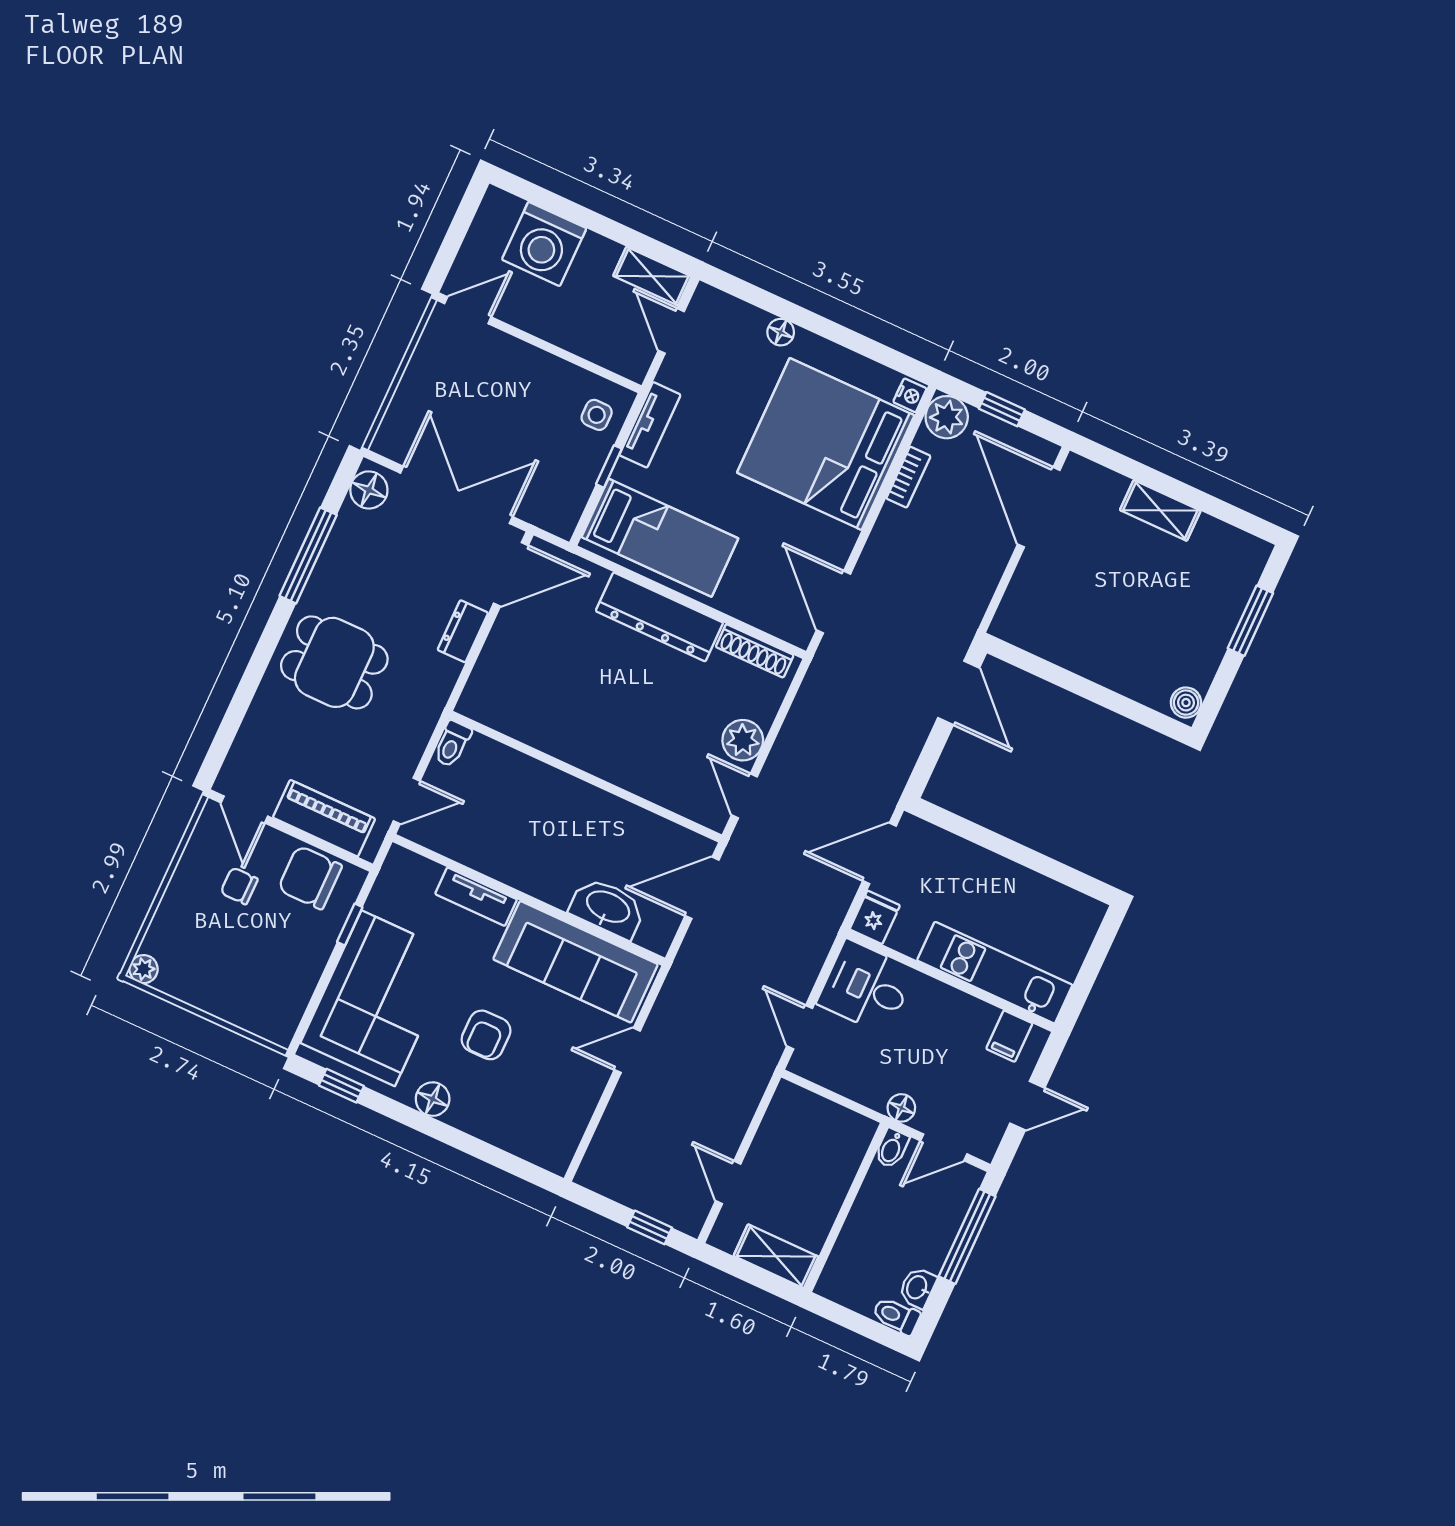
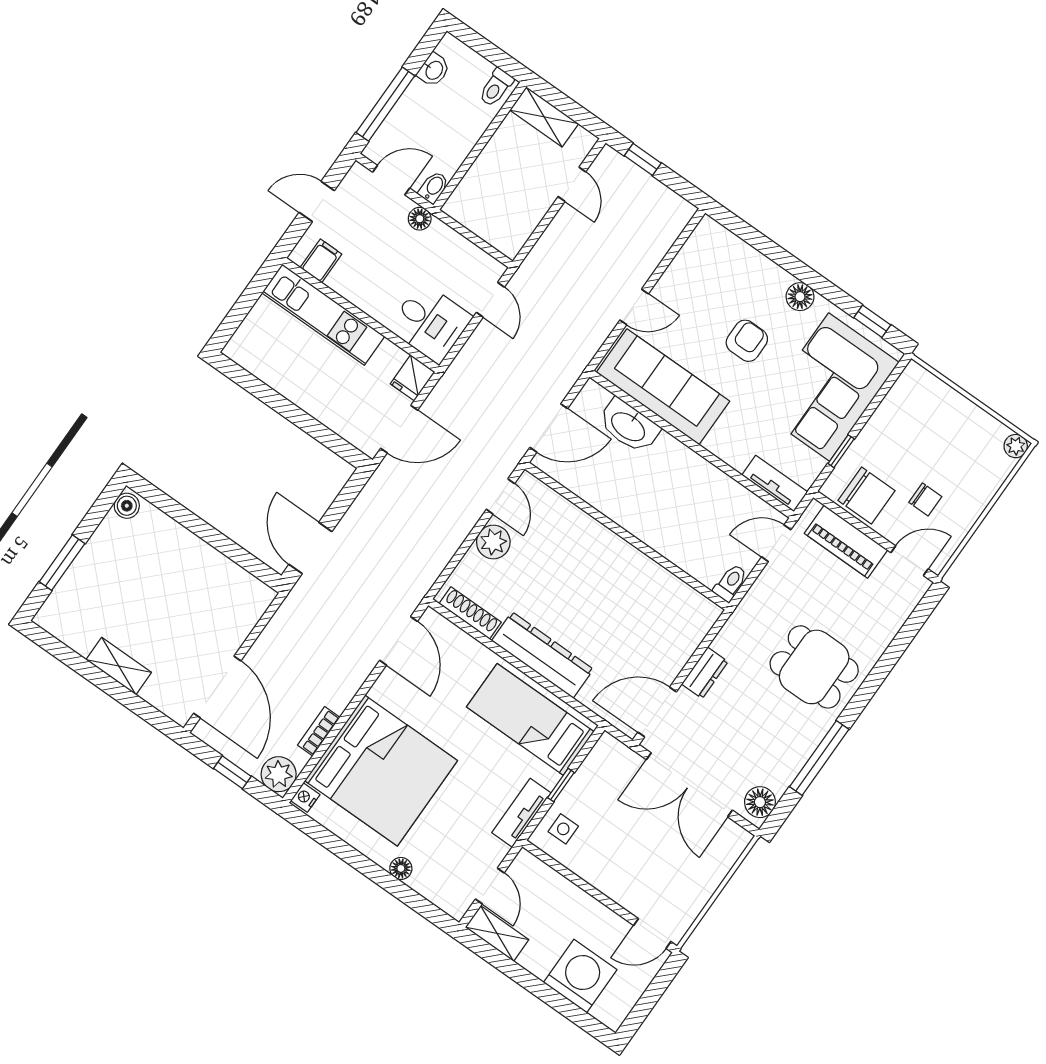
door: (244, 810) -> (910, 561), hinge flipped
tv unit: (476, 897) -> (775, 483), moved
toilet: (896, 1316) -> (496, 87), moved, turned 90

